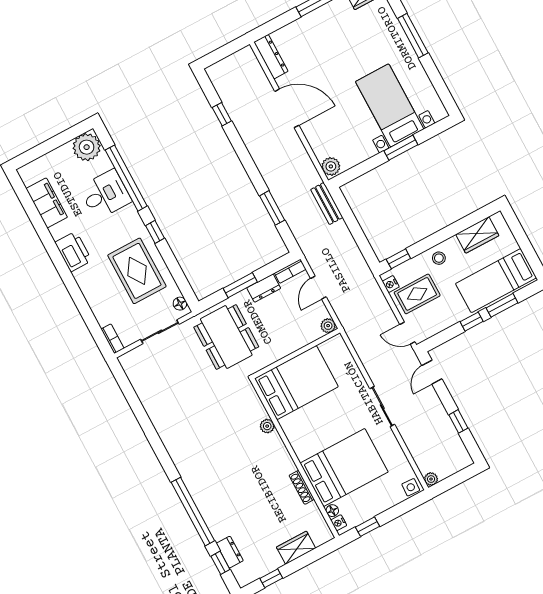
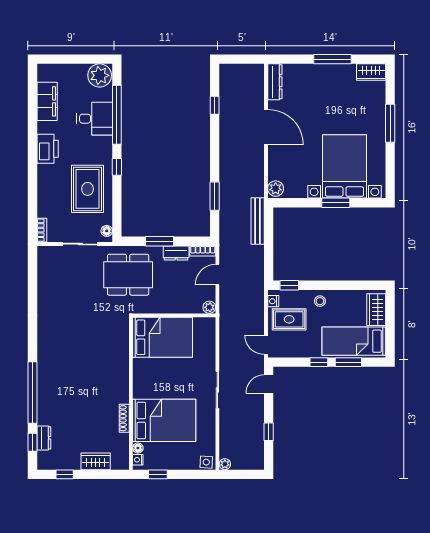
bed with nightstands: (390, 105) -> (344, 166), width x1.36
bench: (327, 203) -> (258, 221), width x1.36
wardrobe: (477, 235) -> (376, 310), moved, turned 90
dining table: (226, 337) -> (128, 275), turned 90
plant: (267, 426) -> (123, 358), removed

